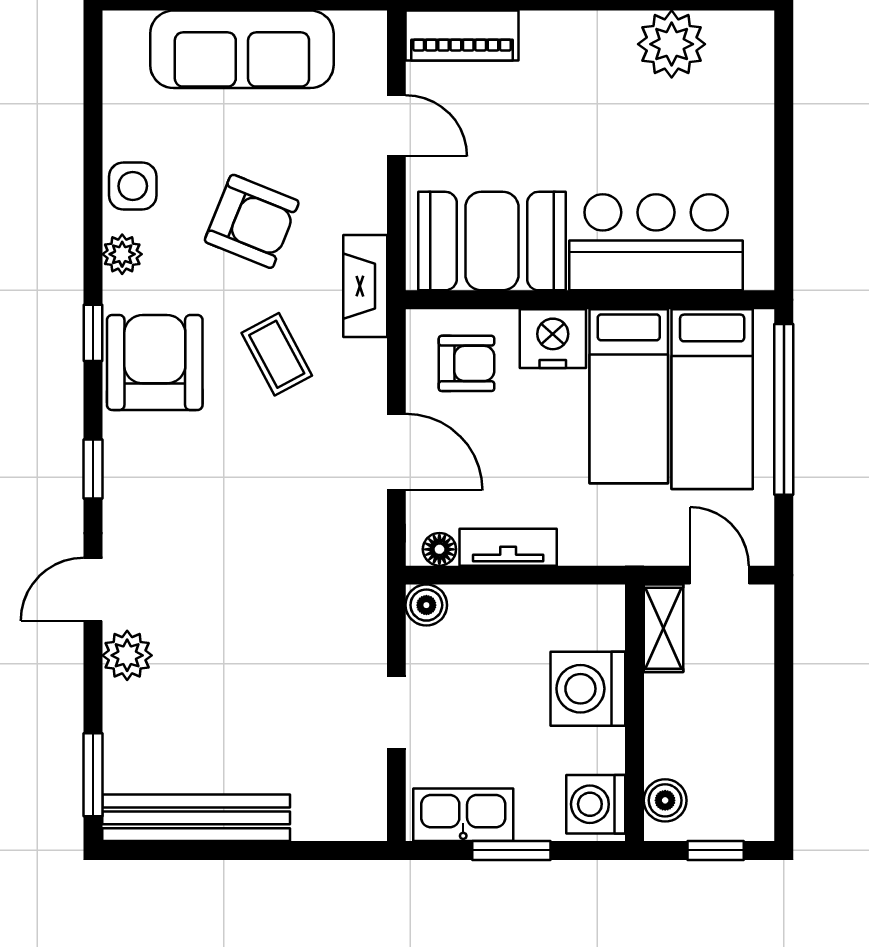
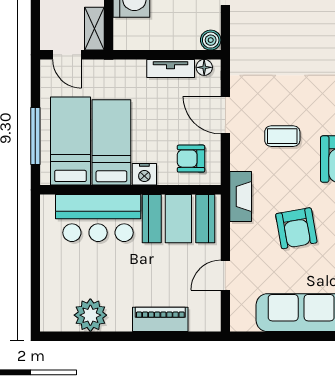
piano: (462, 36) -> (160, 319), moved
door: (396, 126) -> (225, 275), hinge flipped
armchair: (252, 221) -> (296, 228), turned -122
nightstand: (553, 339) -> (144, 174), width x0.74, depth x0.75
coffee table: (277, 354) -> (282, 136), moved, turned -62
window: (784, 409) -> (35, 136), width x0.68

